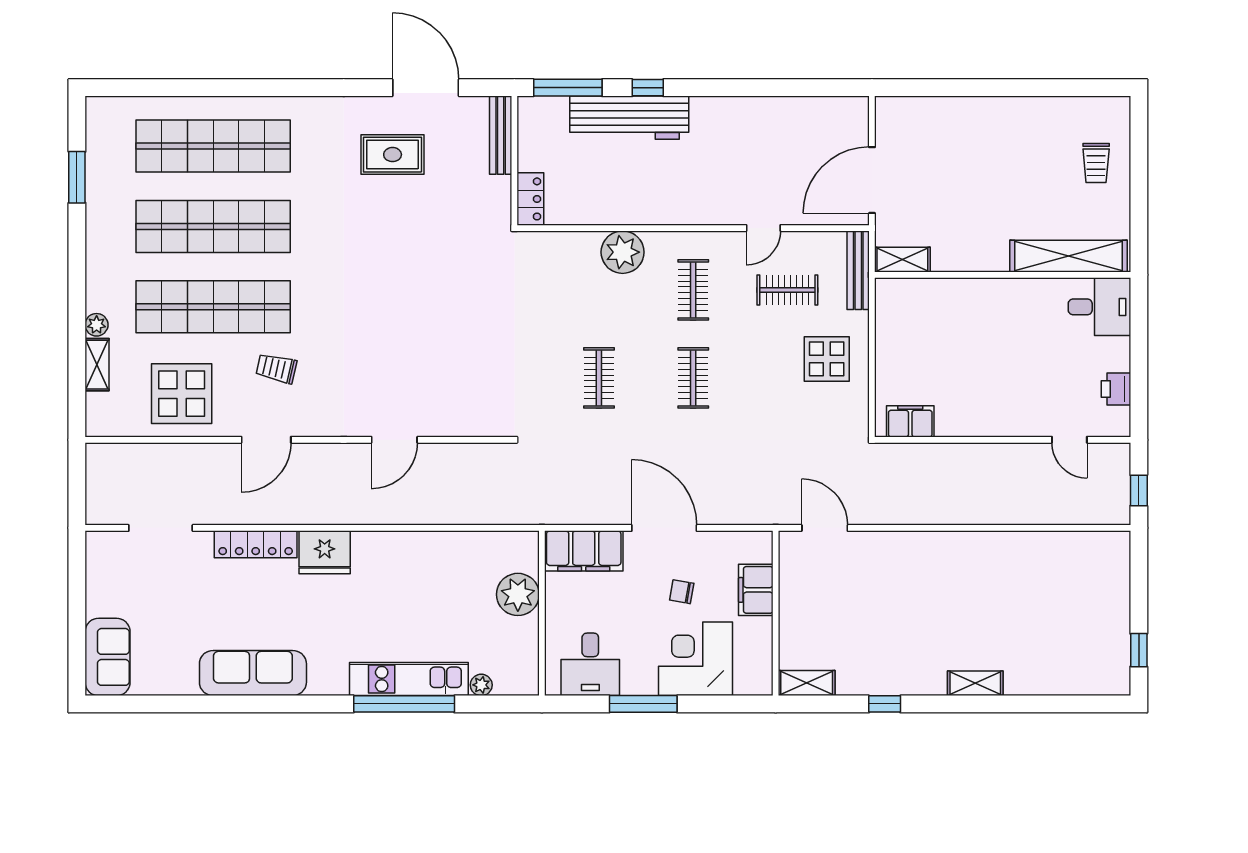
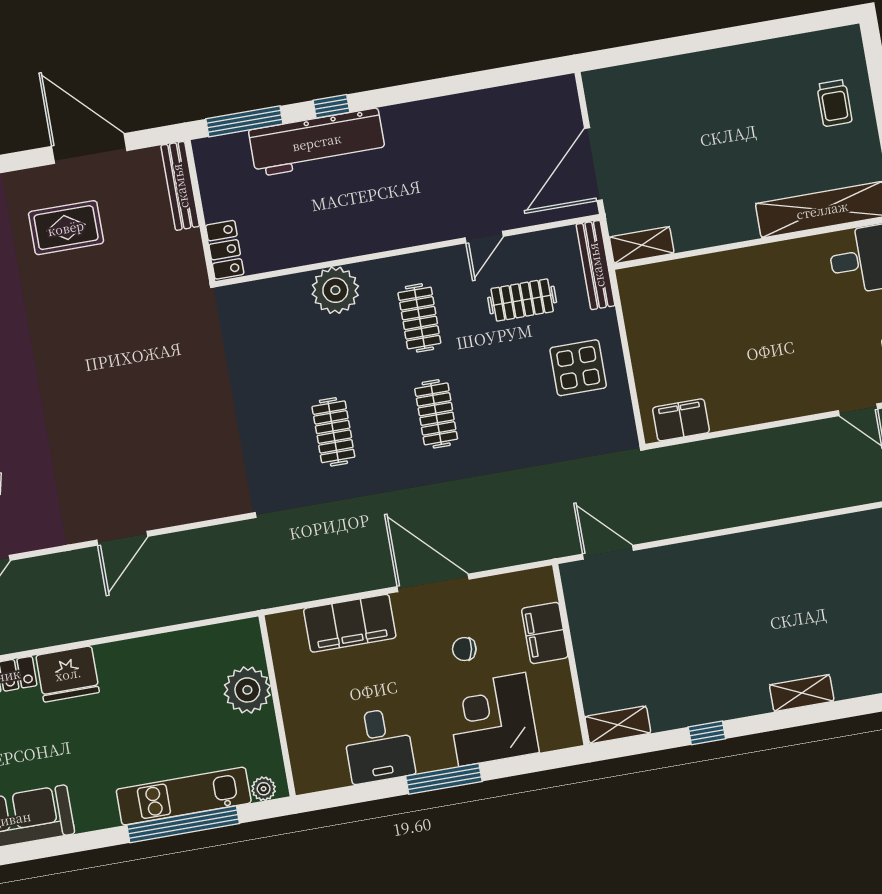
plant: (518, 594) -> (247, 690), moved
wall: (542, 613) -> (277, 706), moved

